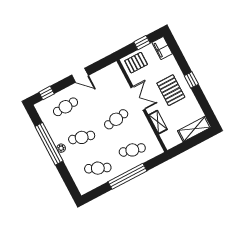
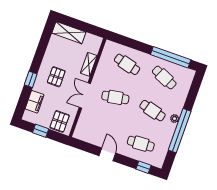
filing cabinet: (162, 48) -> (35, 102), moved
pallet: (136, 63) -> (60, 121), turned 90
window: (191, 80) -> (31, 79), moved
pallet: (171, 90) -> (56, 77), width x0.67, depth x0.71
window: (127, 176) -> (171, 57), moved

